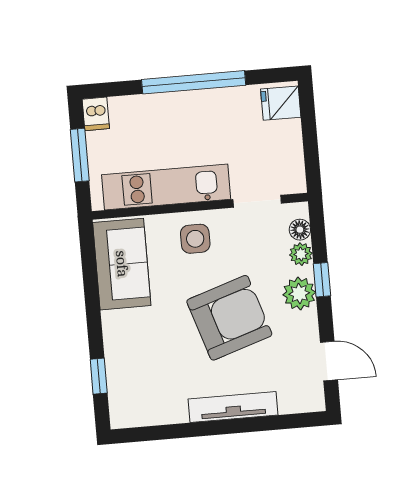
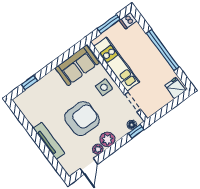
plant: (301, 254) -> (98, 149), moved
window: (322, 280) -> (136, 131), moved
armchair: (229, 318) -> (82, 119), turned -72

